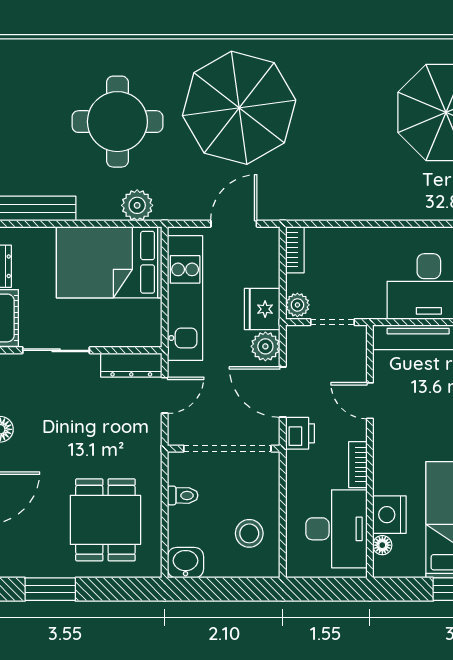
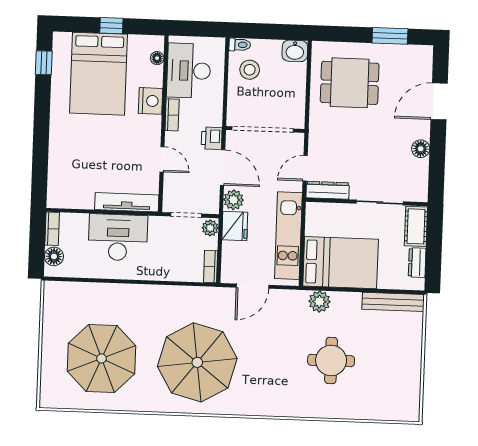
parasol: (239, 108) -> (197, 362), moved
round table: (117, 122) -> (331, 360), width x0.73, depth x0.73
toilet: (183, 495) -> (240, 45), moved, turned 180
nightstand: (389, 515) -> (150, 101), moved
dining table: (105, 520) -> (350, 83), turned 90

